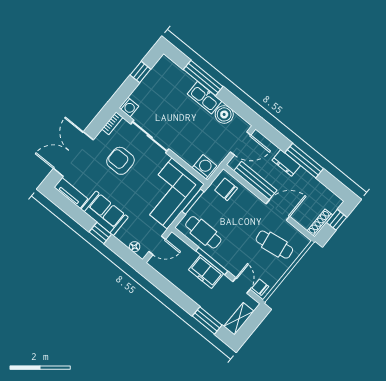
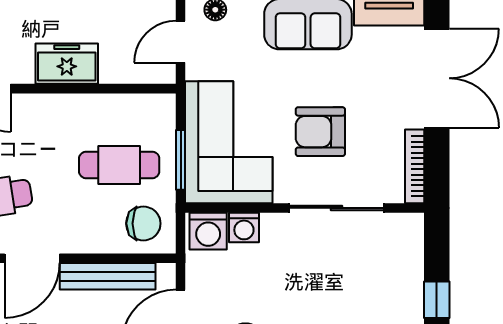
washing machine: (129, 107) -> (244, 228), moved, turned -90
bookcase: (112, 123) -> (415, 166), width x1.56
armchair: (120, 161) -> (320, 132), moved, turned 180
cafe table: (203, 232) -> (119, 165), moved
window: (212, 261) -> (71, 89), removed

